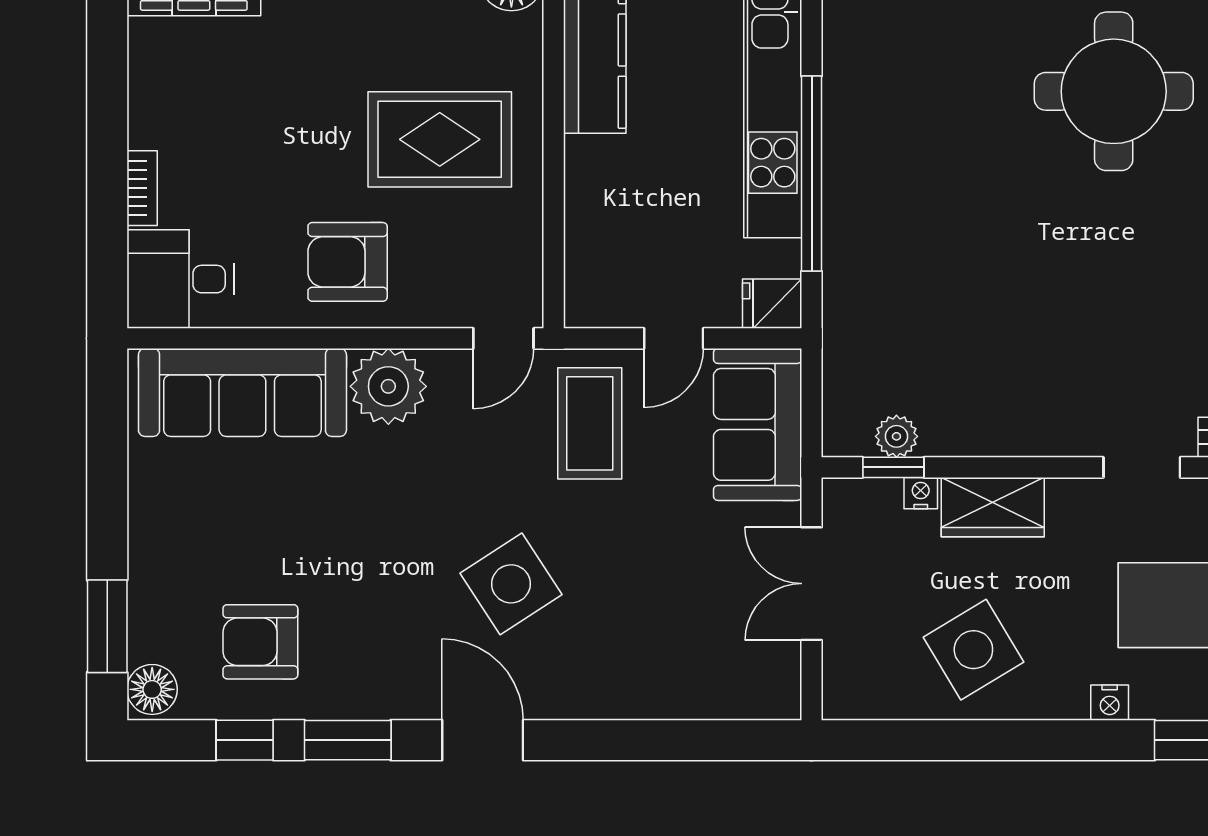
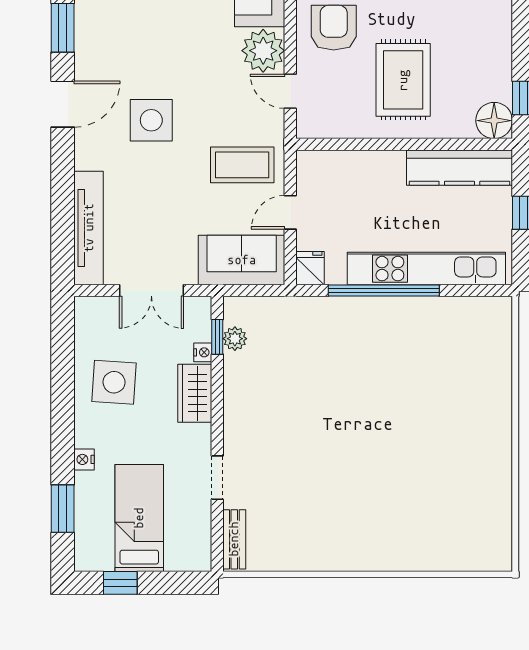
round table: (1114, 91) -> (430, 462), removed
door: (503, 338) -> (290, 91), moved
door: (674, 338) -> (290, 212), hinge flipped
side table: (511, 584) -> (151, 120), turned 33
double door: (812, 584) -> (151, 291), swing flipped
side table: (973, 650) -> (114, 382), turned 35
tv unit: (701, 695) -> (89, 228), added

